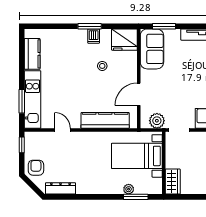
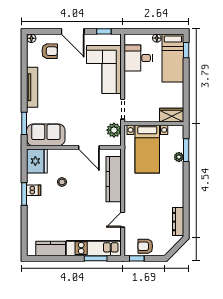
armchair: (36, 168) -> (145, 246), moved

